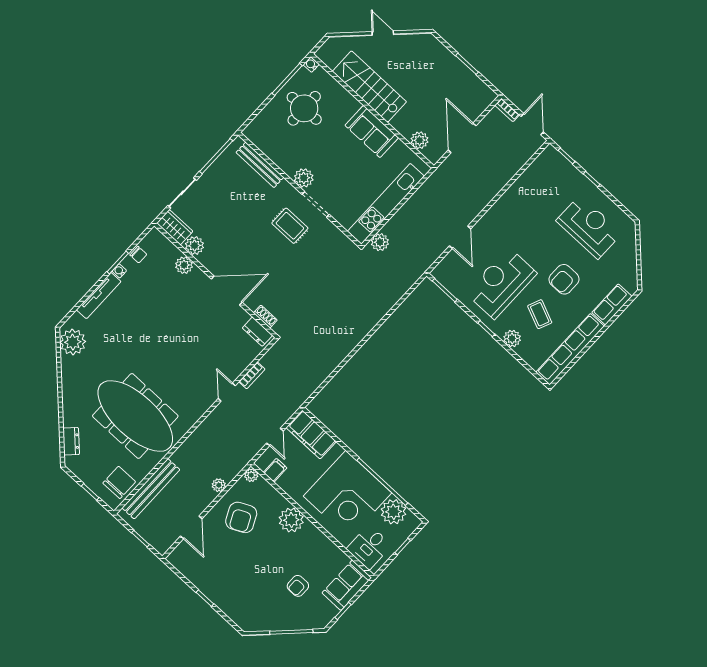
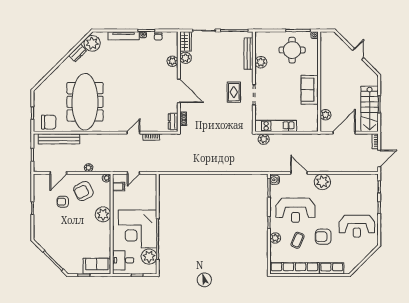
stairs: (369, 87) -> (370, 109), moved, turned 180
plant: (304, 178) -> (261, 62), moved
kitchen unit: (386, 204) -> (276, 126), width x0.73
plant: (497, 219) -> (322, 182), added
reception desk: (589, 227) -> (357, 226), turned 90
door: (460, 237) -> (299, 173), swing flipped
water cooler: (441, 274) -> (275, 180), added
reception desk: (501, 283) -> (296, 210), turned 180
filing cabinet: (311, 435) -> (149, 188), removed
dresser: (71, 441) -> (78, 53), moved
armchair: (298, 586) -> (63, 202), moved

